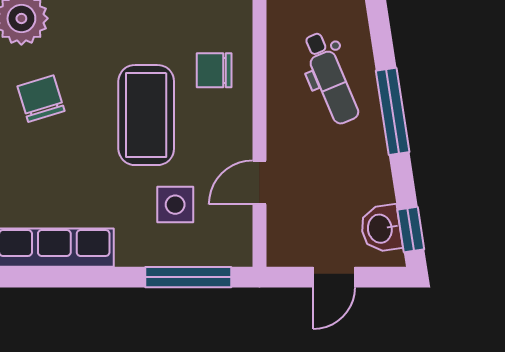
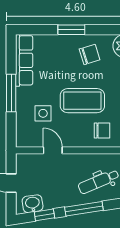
chair: (214, 70) -> (102, 130), turned 90
window: (411, 229) -> (44, 215), moved
window: (188, 277) -> (11, 93), moved

